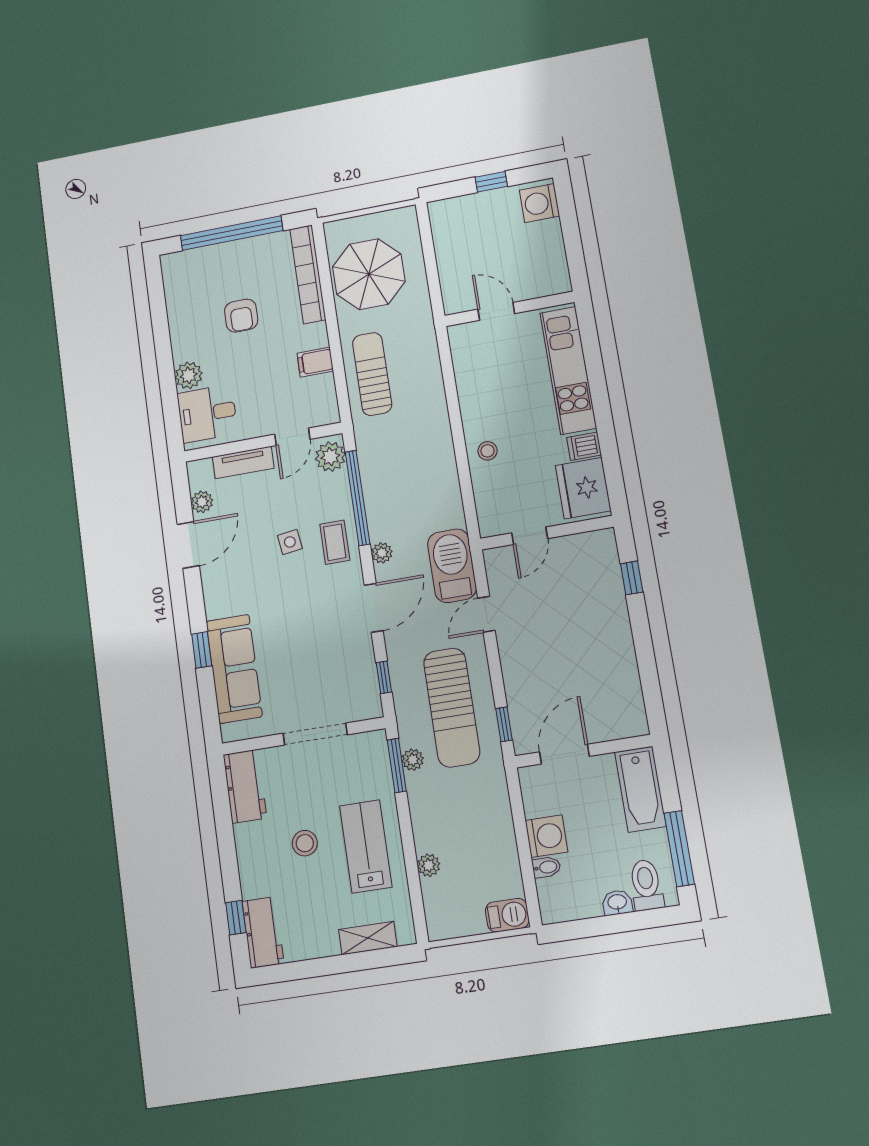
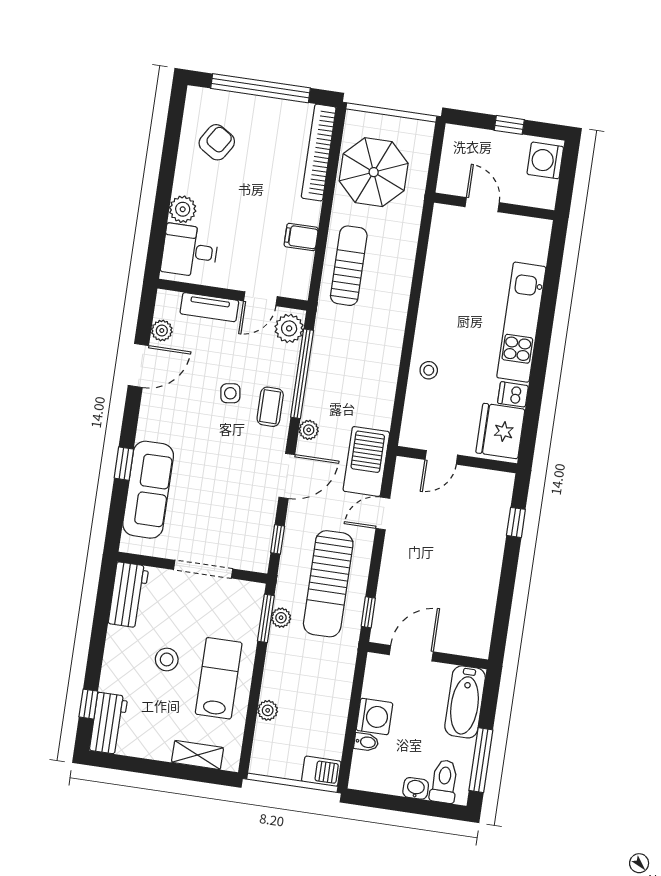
wall: (509, 309) -> (494, 206), moved
door: (496, 311) -> (482, 205), moved
armchair: (241, 316) -> (217, 142), moved, turned -148

